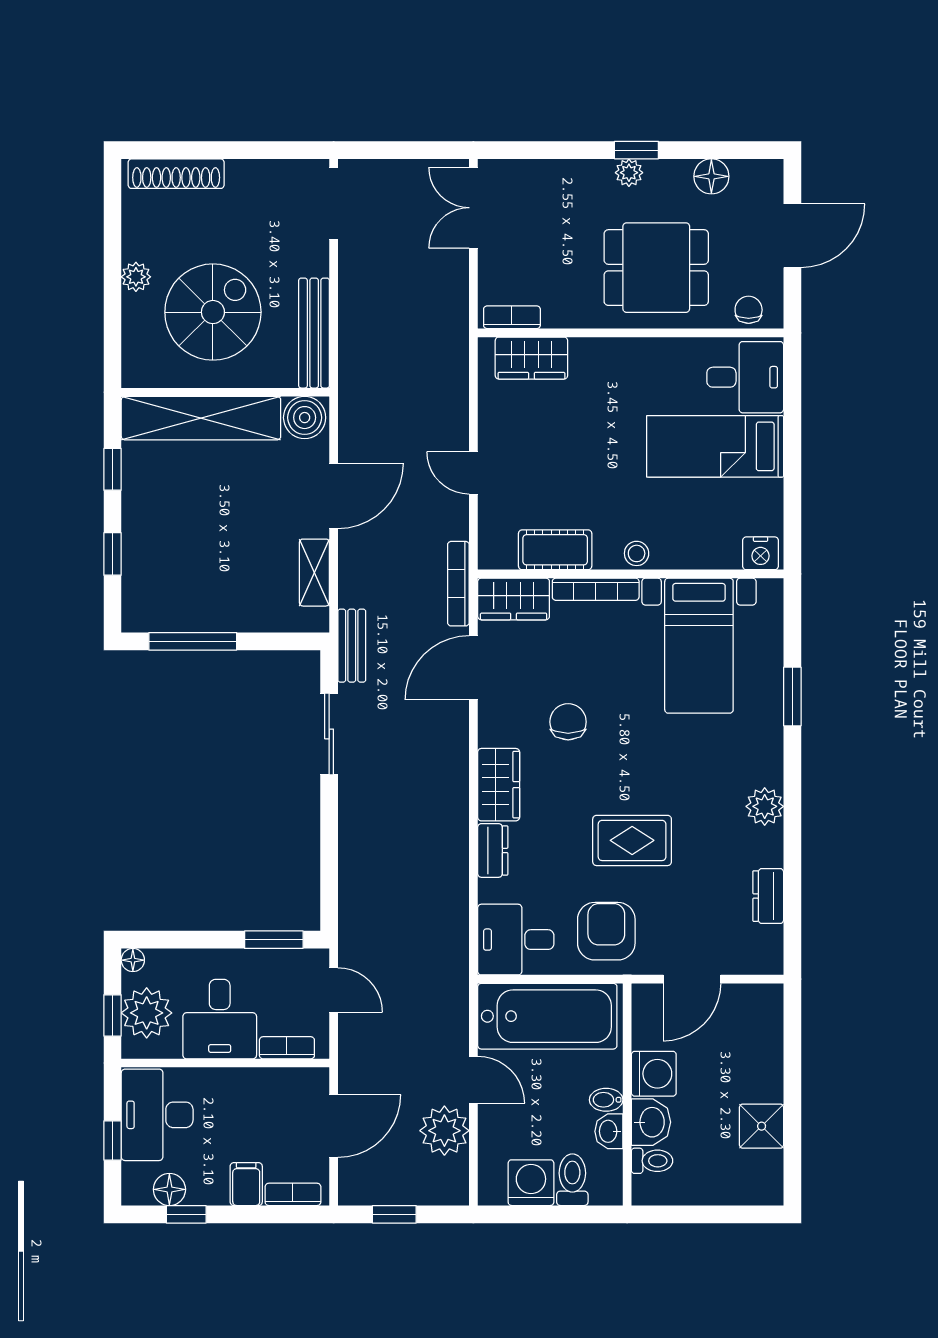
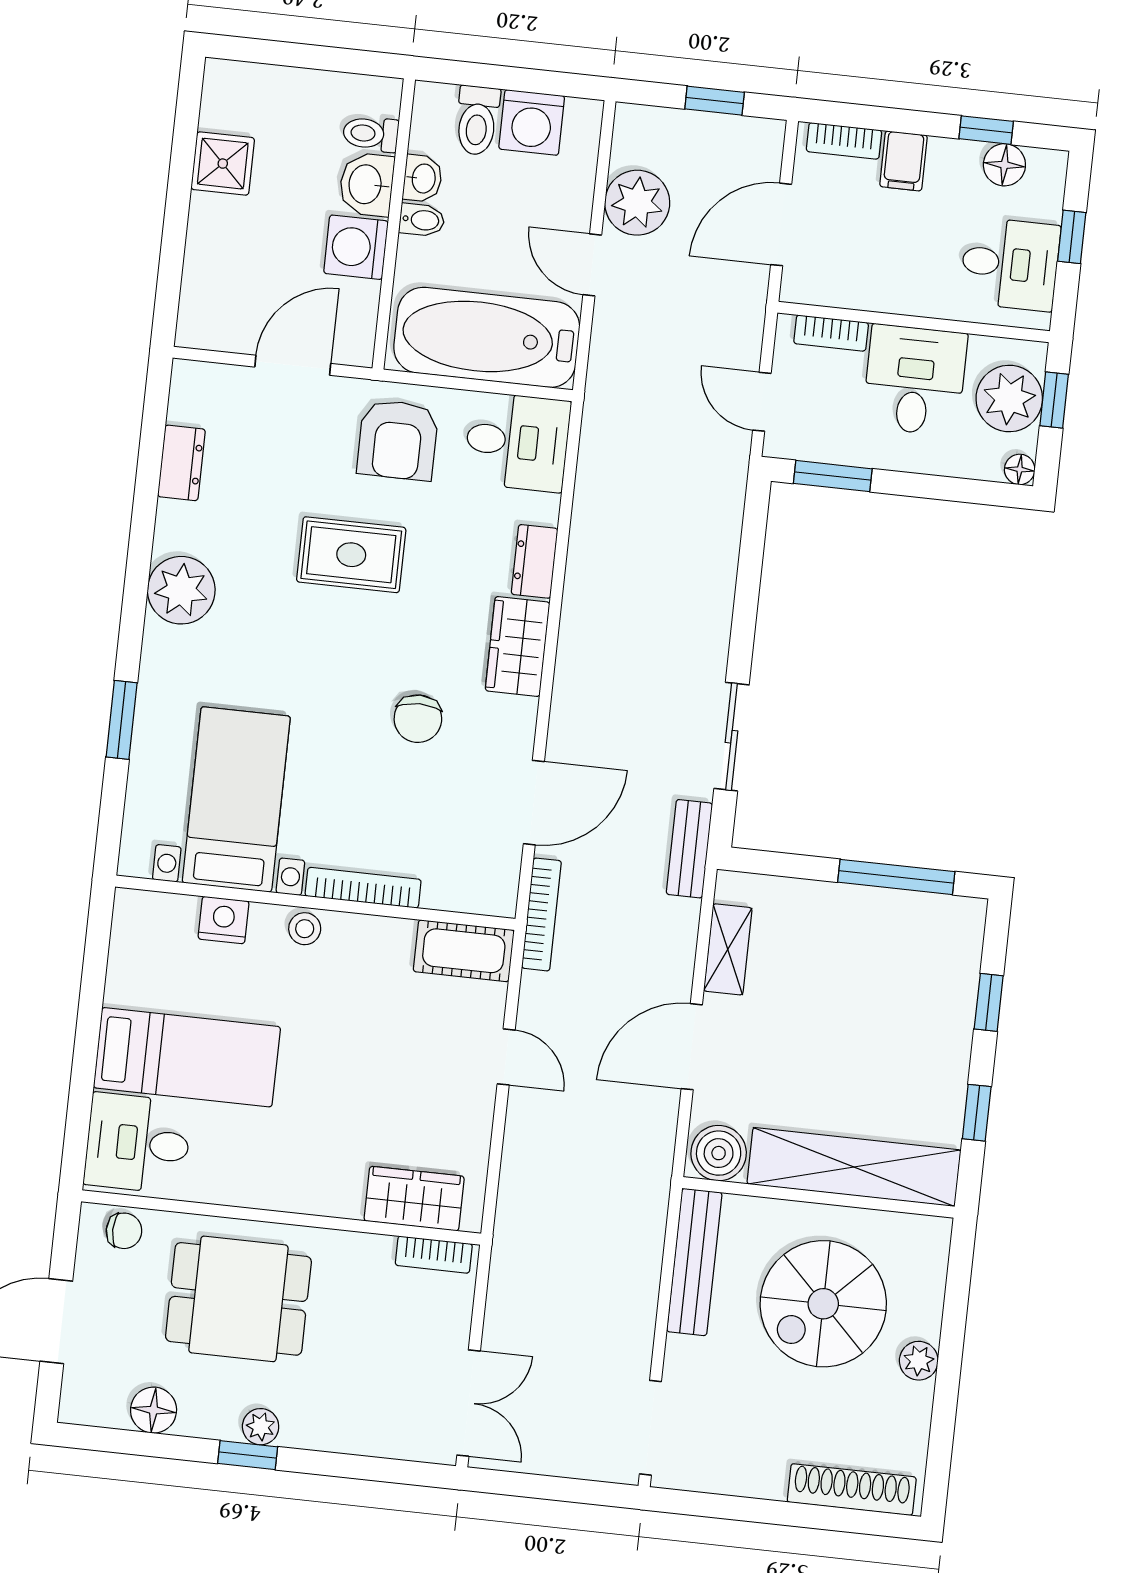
chair: (749, 310) -> (124, 1231), turned -90
cot: (555, 550) -> (464, 951), moved
nightstand: (761, 553) -> (223, 920), moved
wardrobe: (514, 599) -> (472, 887), removed
plant: (765, 806) -> (181, 590), width x1.36, depth x1.36
desk: (157, 1115) -> (1010, 264), width x0.73

